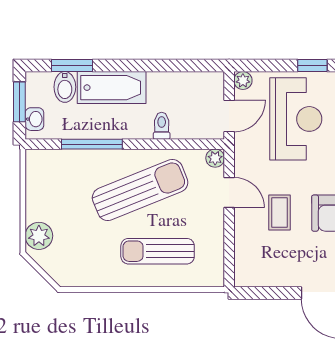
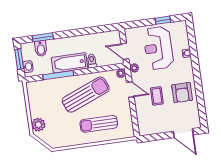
plant: (243, 81) -> (134, 68), moved
bathtub: (112, 88) -> (70, 63), moved, turned 180
door: (229, 116) -> (125, 51), swing flipped
reception desk: (296, 119) -> (158, 48), turned 180

